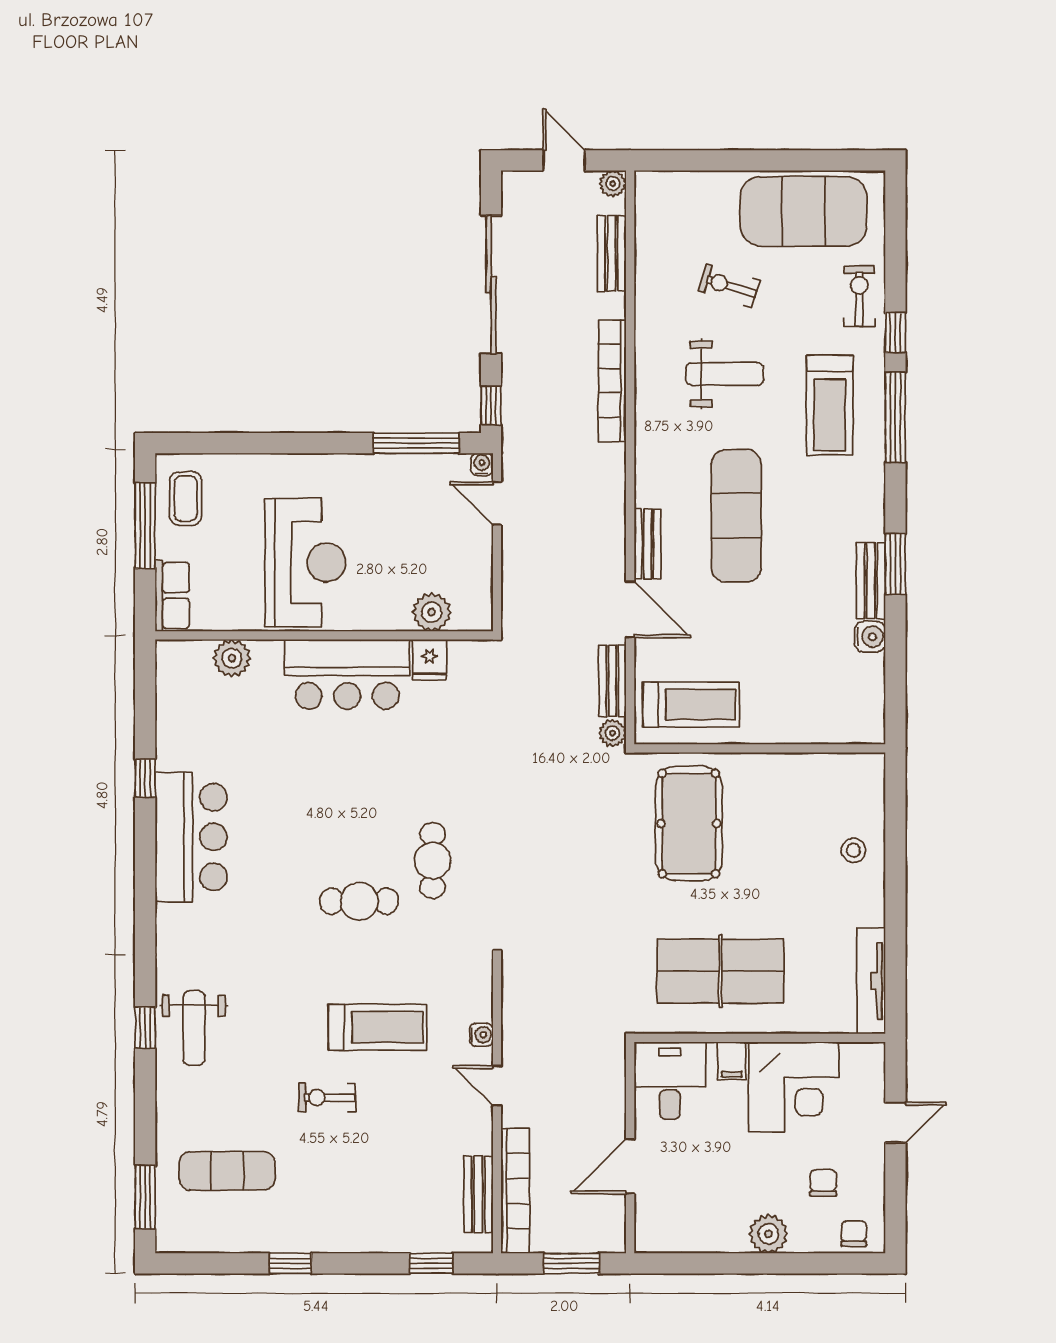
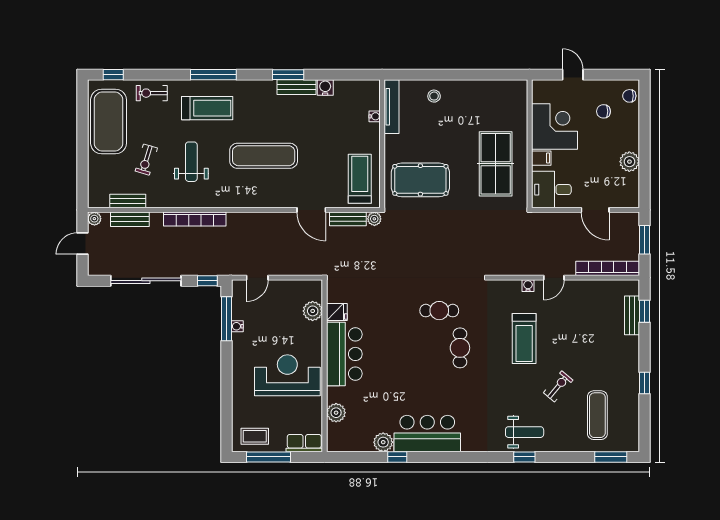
window: (895, 333) -> (113, 75), moved
water cooler: (482, 464) -> (237, 326), moved
bench: (647, 544) -> (128, 201), moved
door: (630, 609) -> (311, 210), swing flipped
water cooler: (814, 734) -> (375, 116), added
plant: (174, 751) -> (383, 442), added
tv unit: (871, 981) -> (391, 107), moved, turned -90
treadmill: (378, 1027) -> (524, 339), turned 180
exercise bike: (327, 1098) -> (558, 386), moved, turned -140
bench: (478, 1194) -> (632, 315), moved, turned 90
plant: (768, 1234) -> (629, 162), moved

